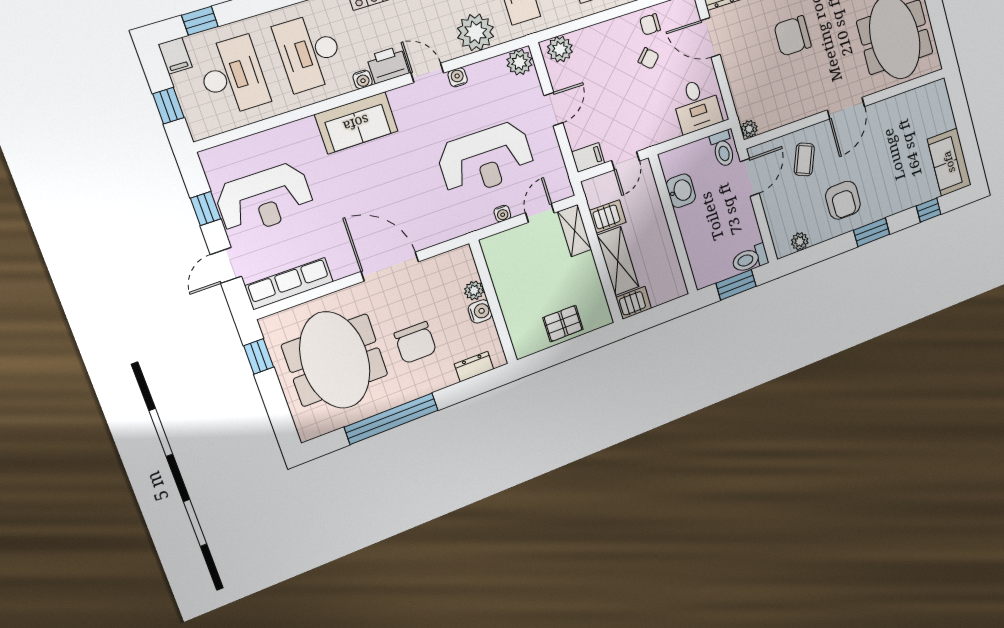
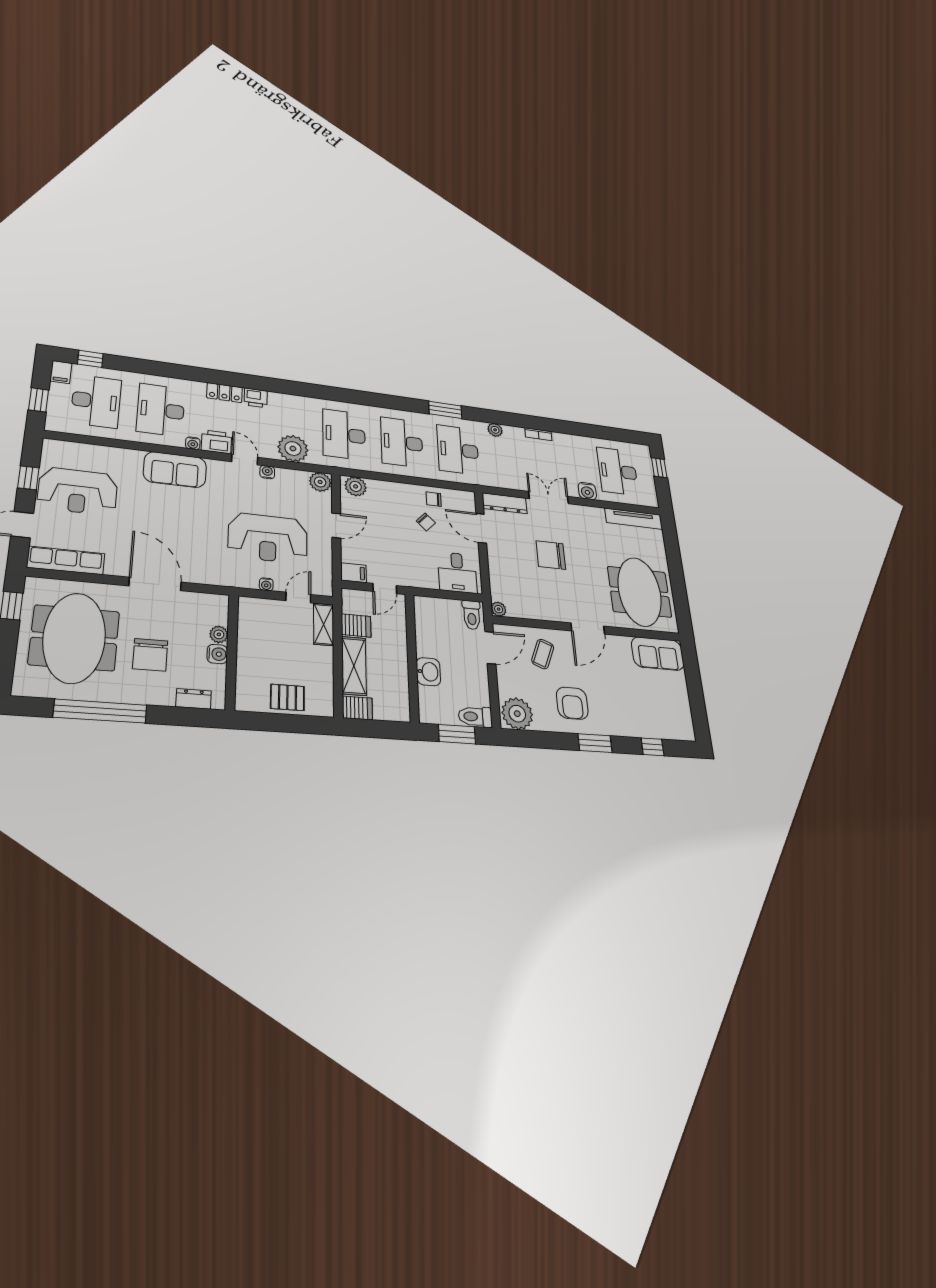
sofa: (949, 162) -> (658, 654), moved, turned -90
washbasin: (681, 191) -> (428, 672), moved
plant: (800, 241) -> (517, 714), width x1.88, depth x1.88

